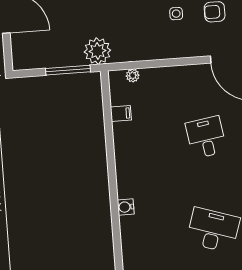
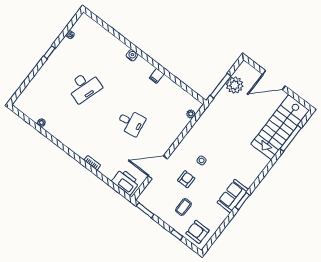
plant: (97, 51) -> (235, 85), moved
filing cabinet: (121, 114) -> (157, 76), moved

